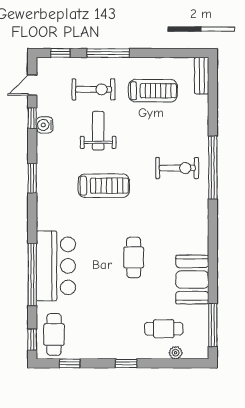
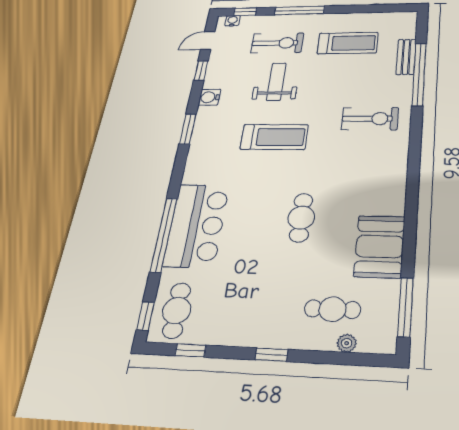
water cooler: (50, 63) -> (233, 21), added
bench: (202, 76) -> (406, 57), moved
water cooler: (45, 125) -> (209, 97), moved
window: (213, 167) -> (419, 74), moved

